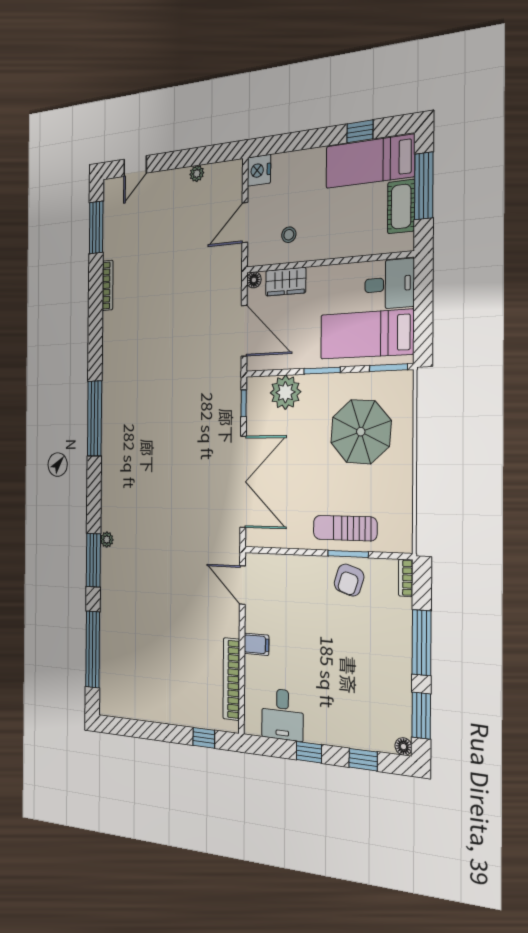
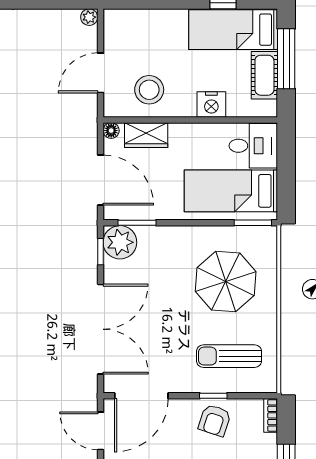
nightstand: (259, 170) -> (211, 105), moved, turned -90
plant: (197, 173) -> (89, 17), moved
stool: (289, 235) -> (149, 90), width x1.89, depth x1.89
window: (322, 371) -> (137, 223), moved
plant: (285, 392) -> (120, 242), moved
sun lounger: (345, 528) -> (229, 356), moved
door: (280, 551) -> (141, 396), added
window: (348, 554) -> (213, 396), width x0.67

